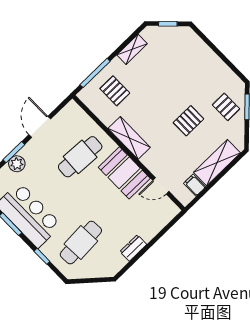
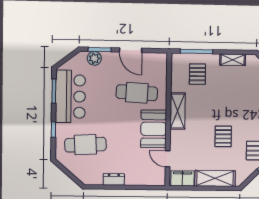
pallet: (188, 121) -> (223, 136), turned 90
door: (40, 127) -> (131, 50), swing flipped
filing cabinet: (195, 185) -> (183, 178), width x2.00

